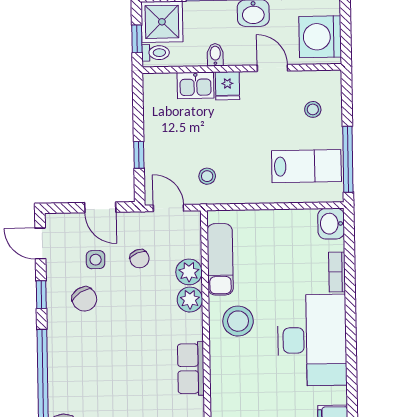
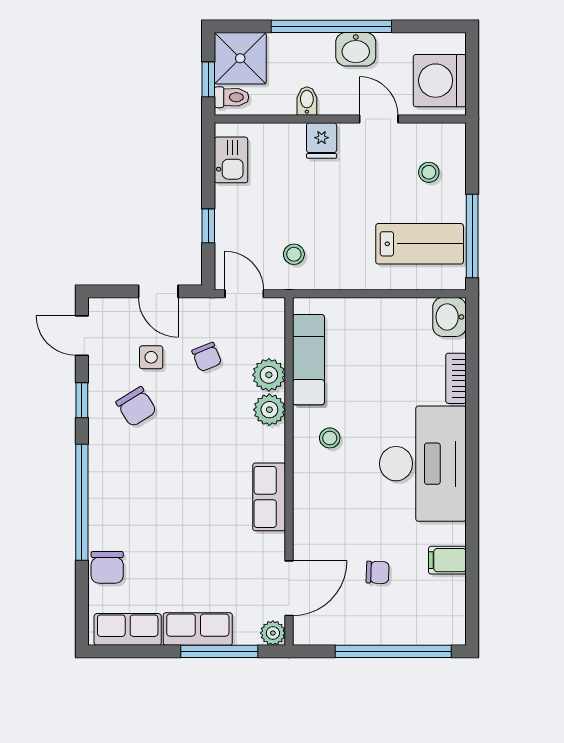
kitchen sink: (195, 85) -> (231, 160), moved, turned -90
stool: (238, 321) -> (330, 438), width x0.53, depth x0.53

